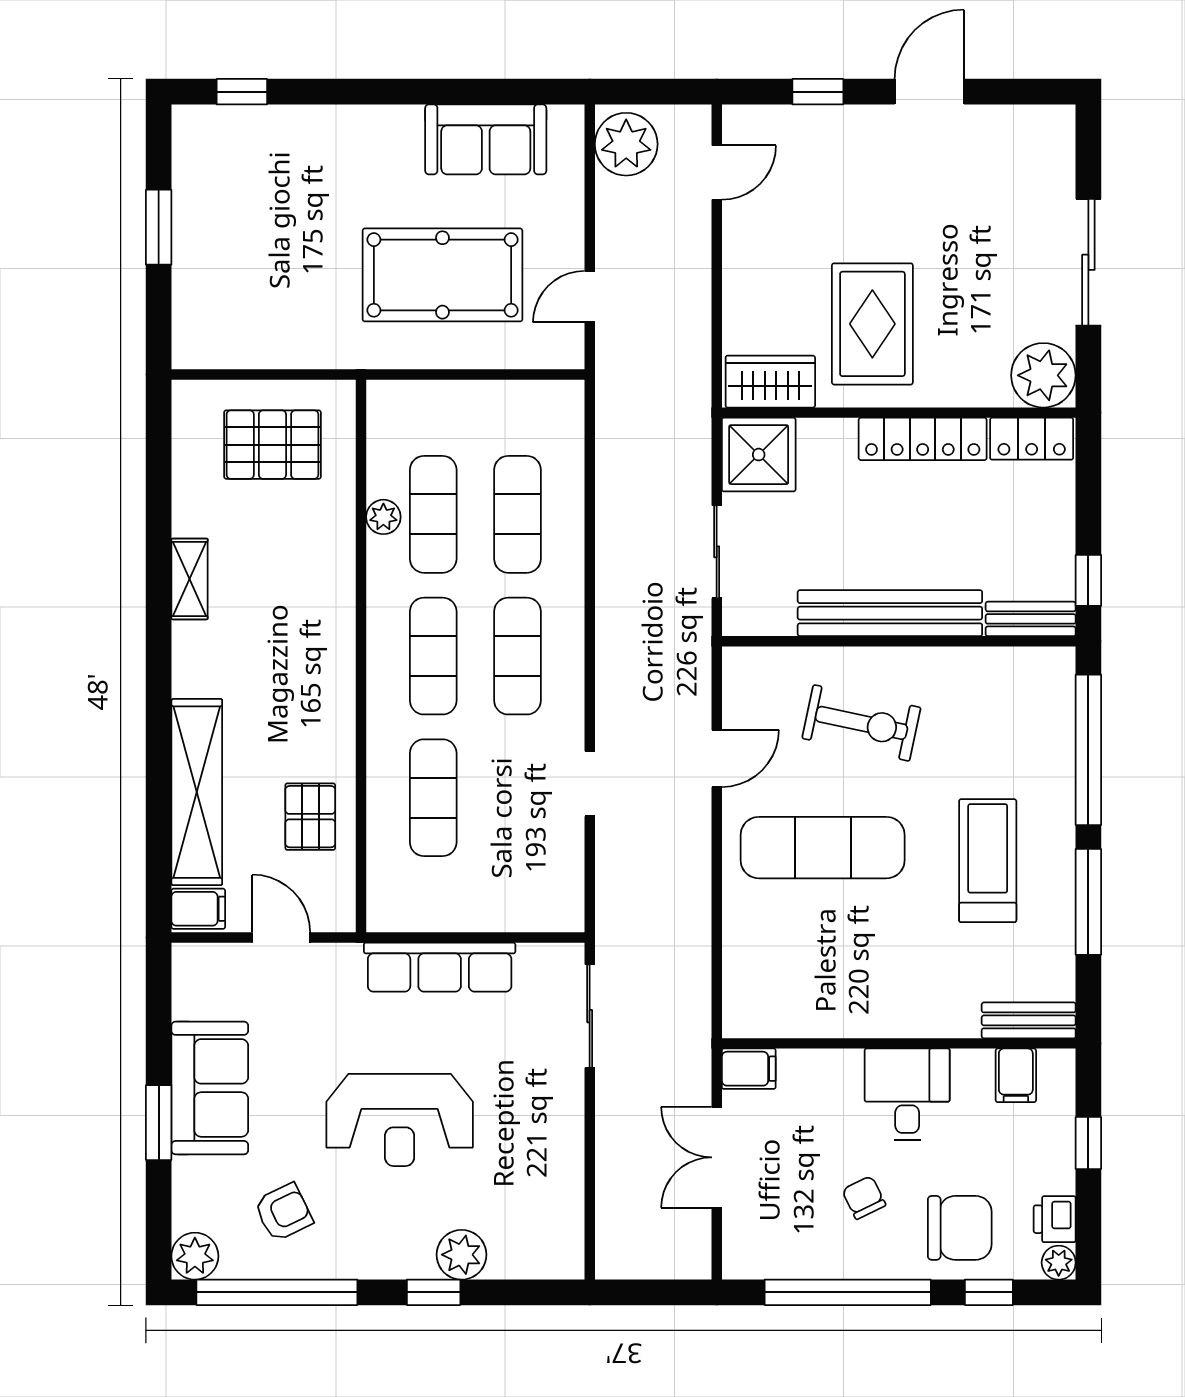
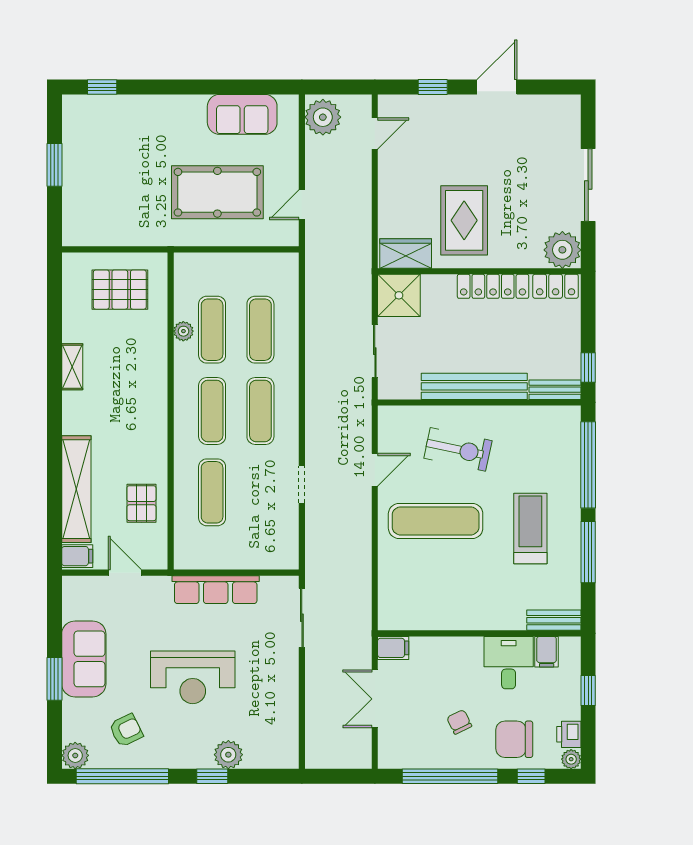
desk: (907, 1094) -> (509, 663), moved
chair: (960, 1228) -> (514, 739), turned 180

